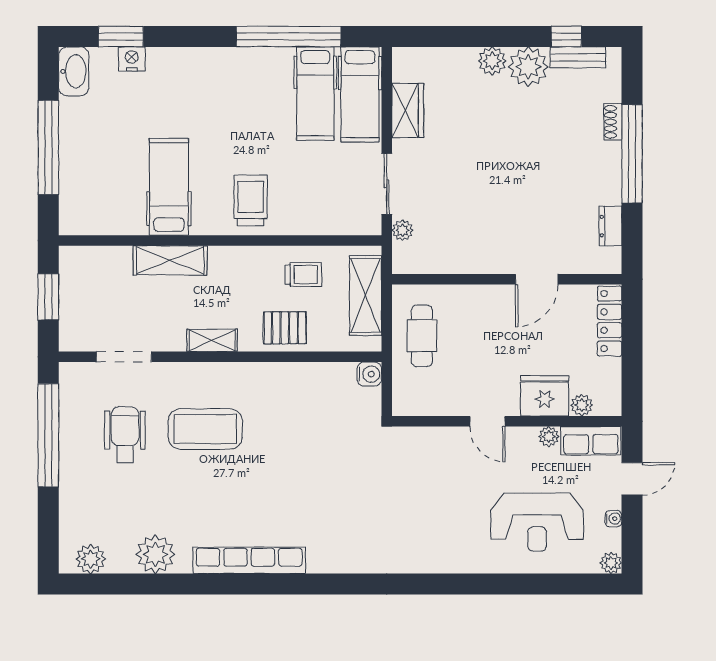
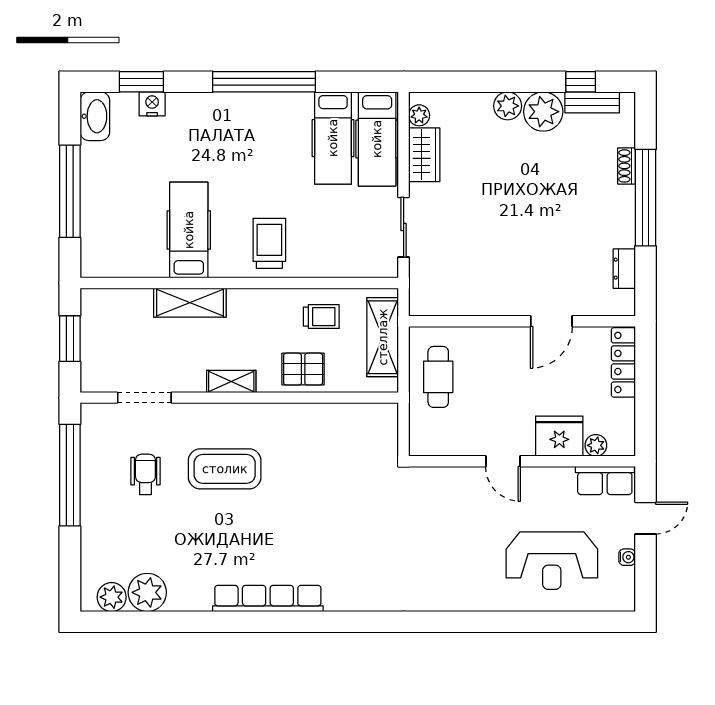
window: (289, 36) -> (264, 82), moved
plant: (402, 230) -> (419, 115), moved
water cooler: (369, 374) -> (386, 415), removed
wheelchair: (125, 435) -> (145, 474), width x0.73, depth x0.73
plant: (549, 437) -> (563, 476), removed
plant: (155, 554) -> (147, 592), moved
plant: (611, 563) -> (625, 601), removed

